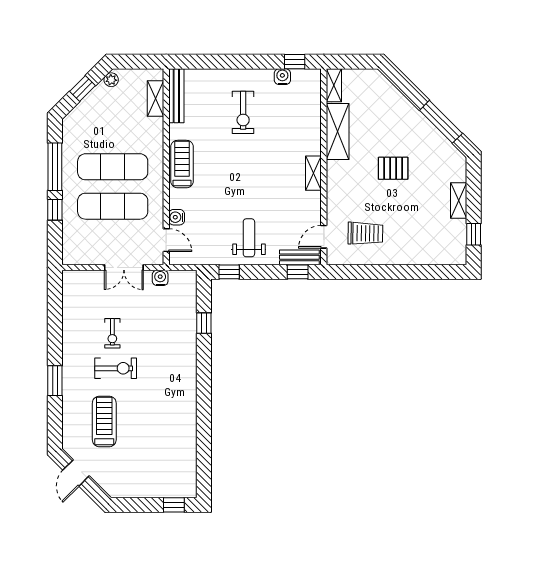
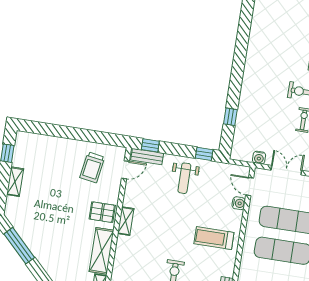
treadmill: (182, 164) -> (214, 238), moved, turned 90
pallet: (393, 168) -> (102, 212), moved
trolley: (365, 233) -> (92, 167), turned -82

